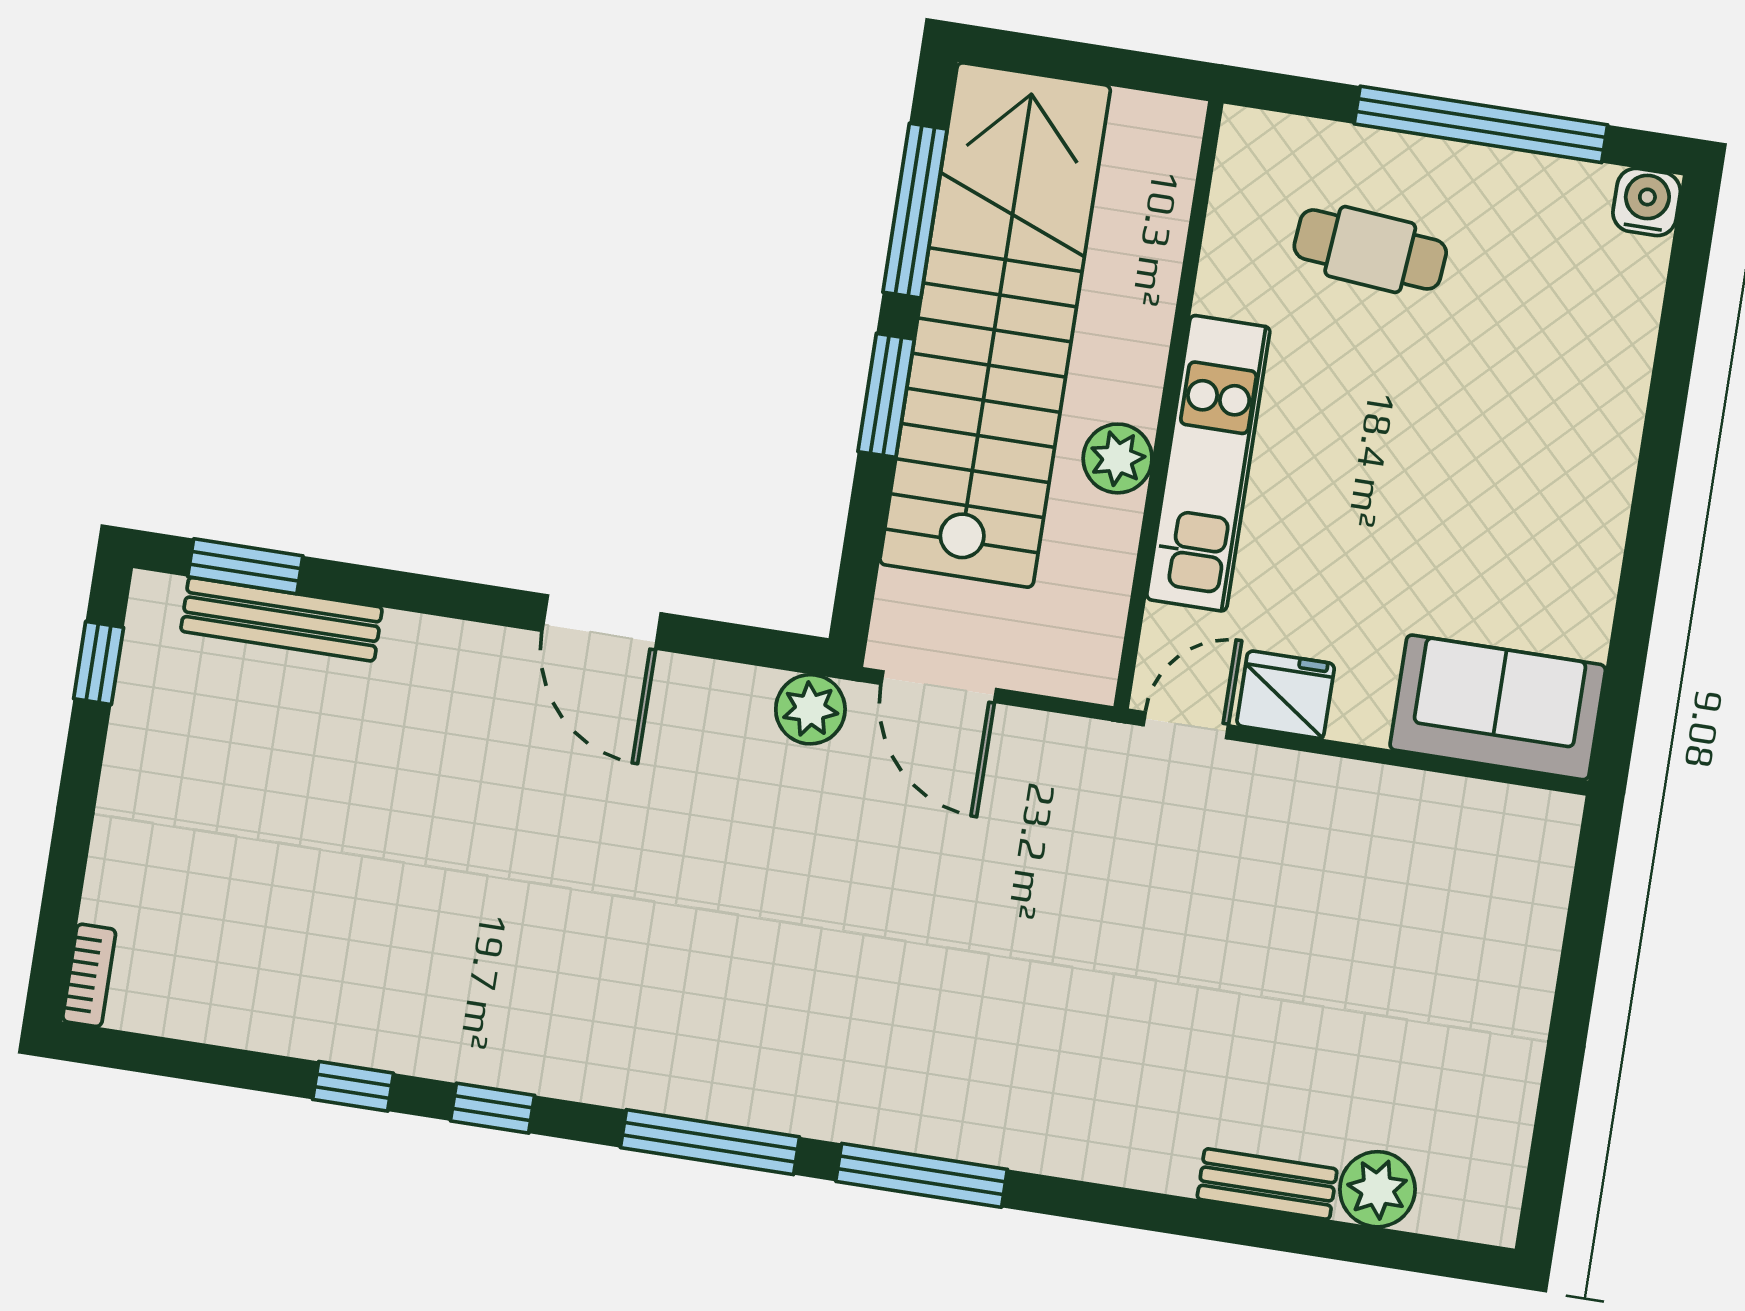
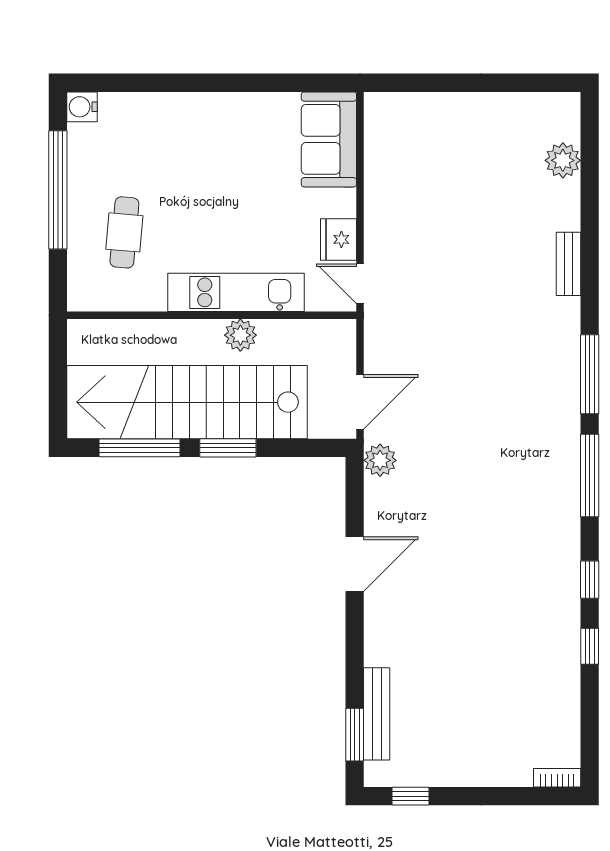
bench: (1267, 1184) -> (568, 264), moved

